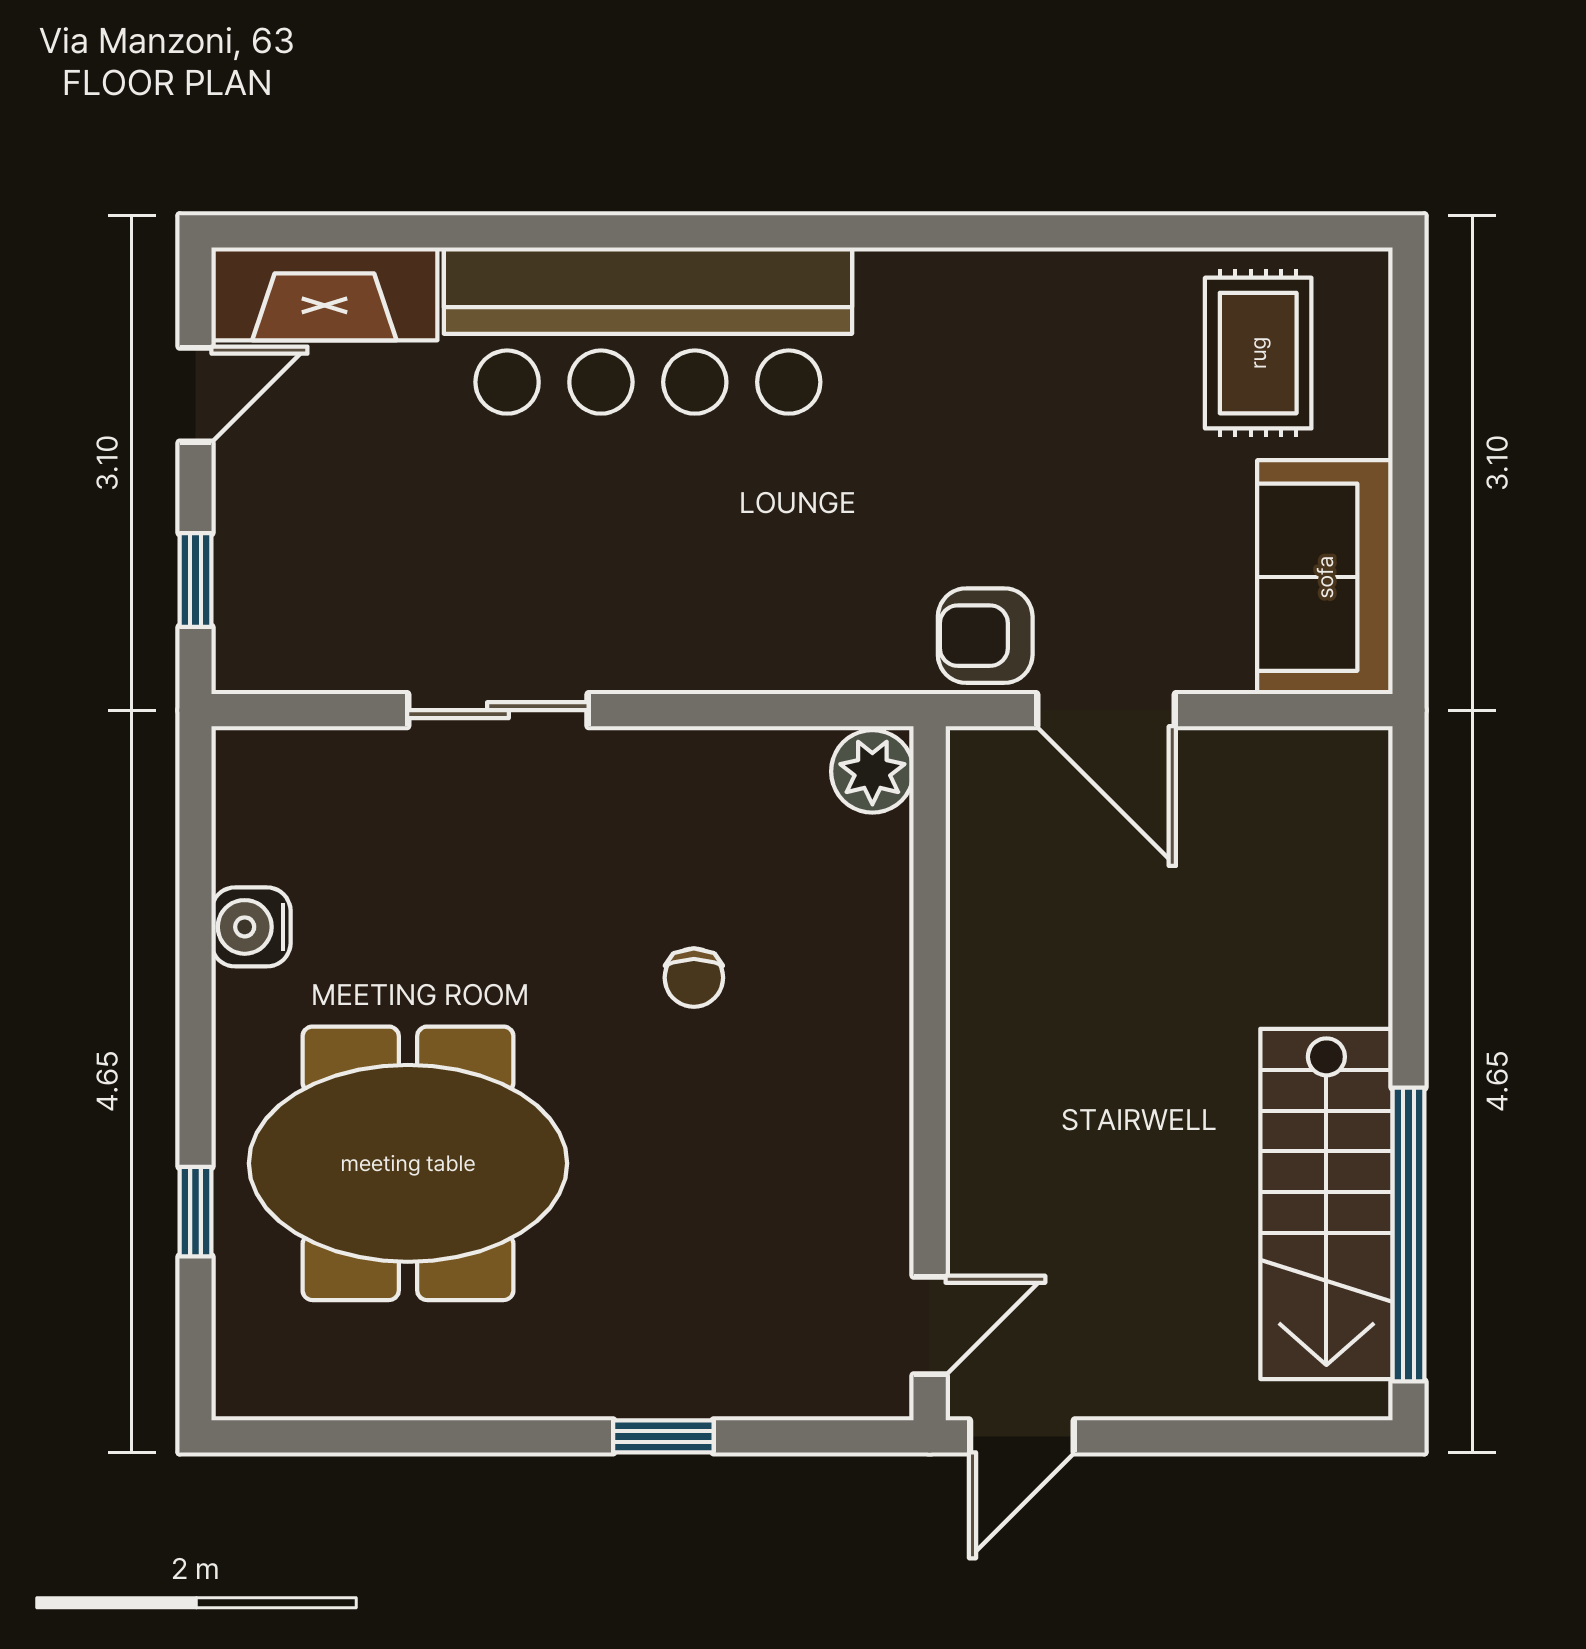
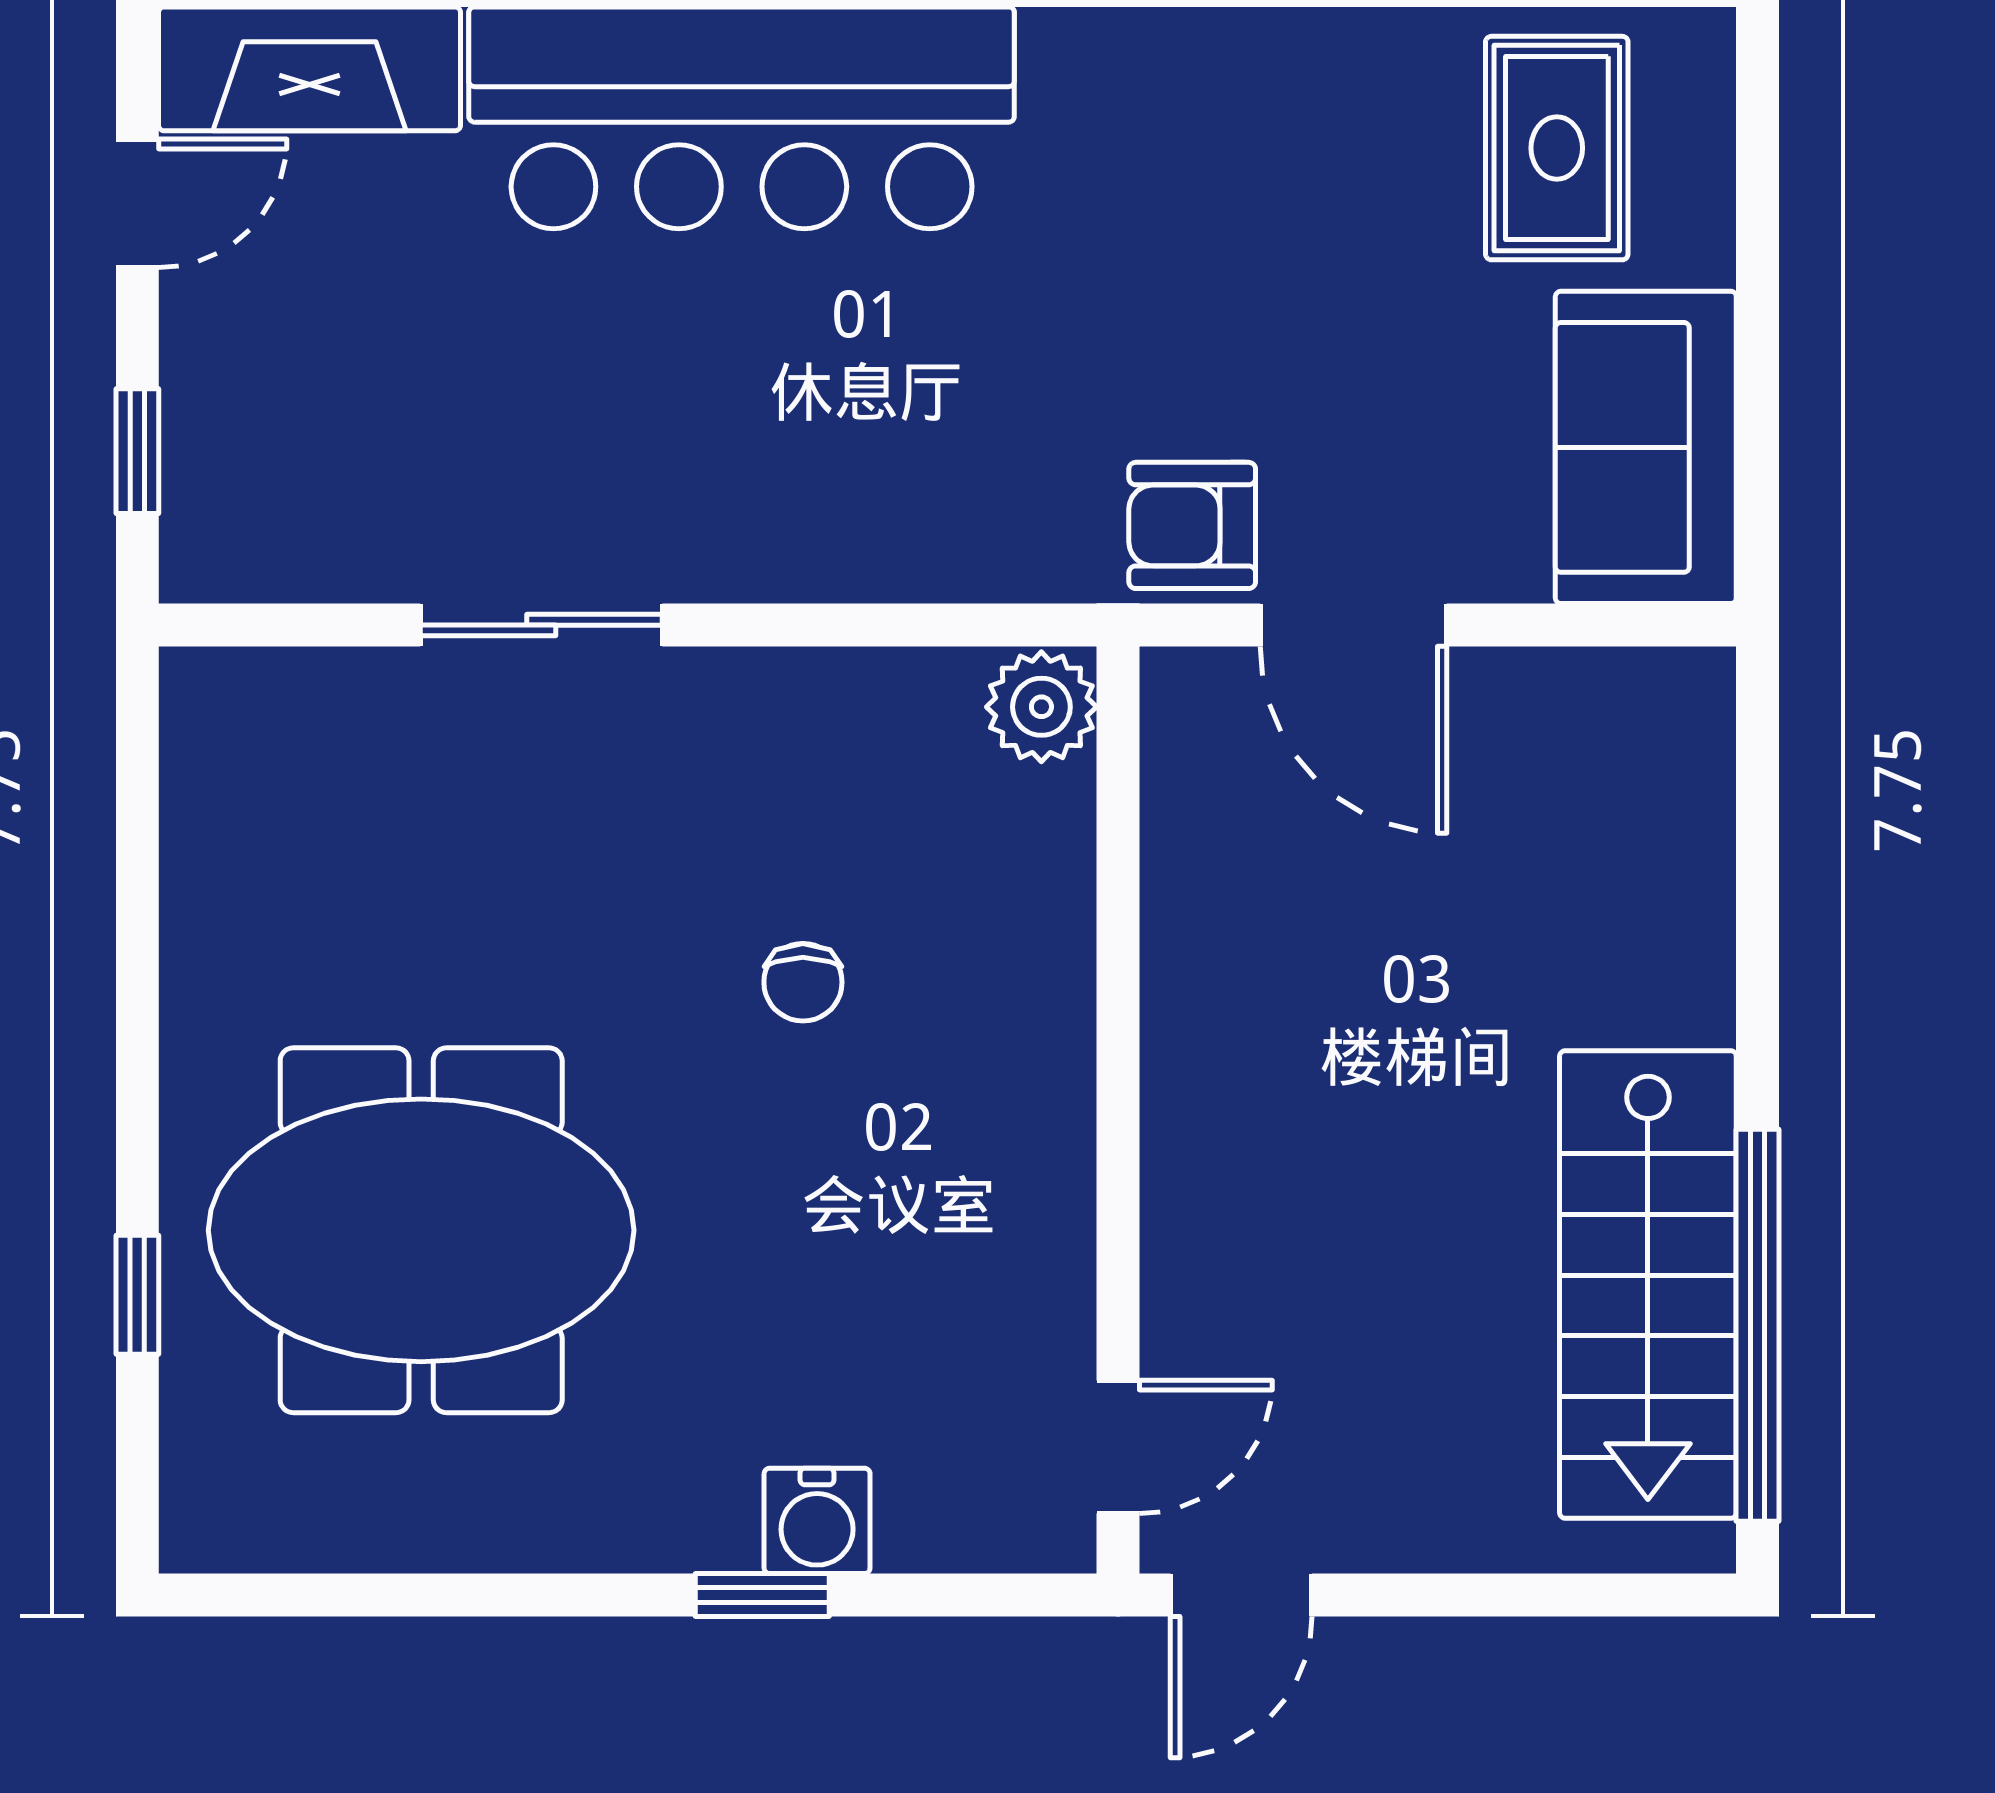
water cooler: (251, 927) -> (817, 1521), moved, turned -90

